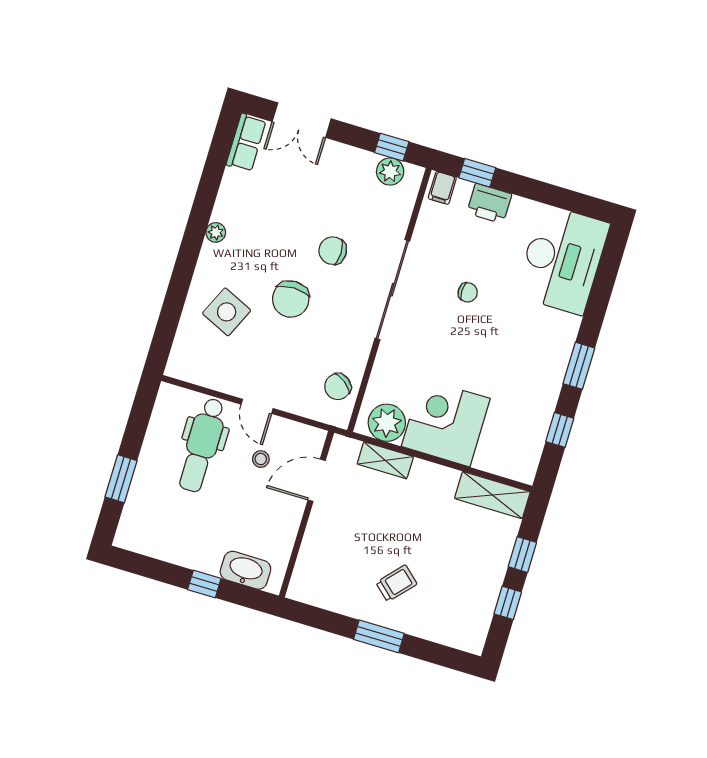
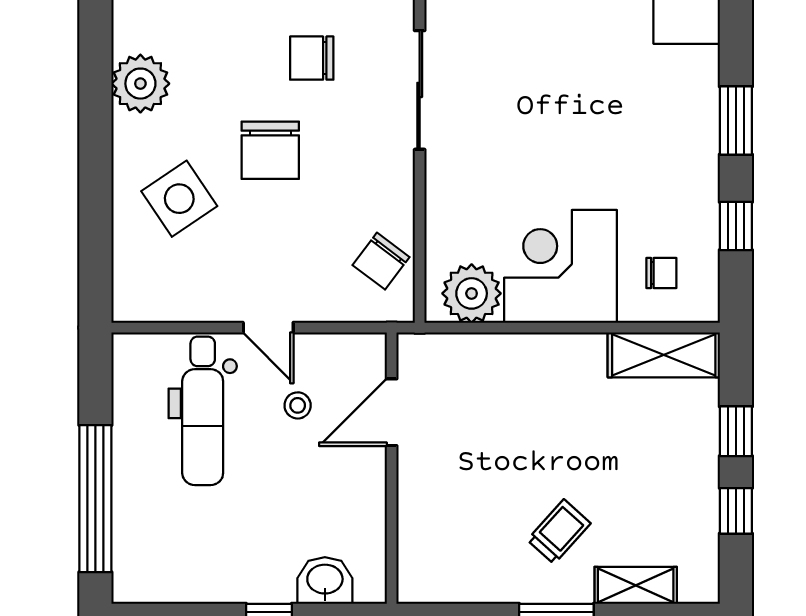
plant: (216, 232) -> (140, 84), width x1.88, depth x1.88
sliding door: (392, 290) -> (420, 90), width x0.73
chair: (468, 292) -> (661, 273), moved
side table: (227, 312) -> (179, 199), turned 31
shelving: (385, 460) -> (636, 585), moved
window: (121, 479) -> (95, 499), width x2.11
washbasin: (245, 570) -> (325, 580), width x0.72

